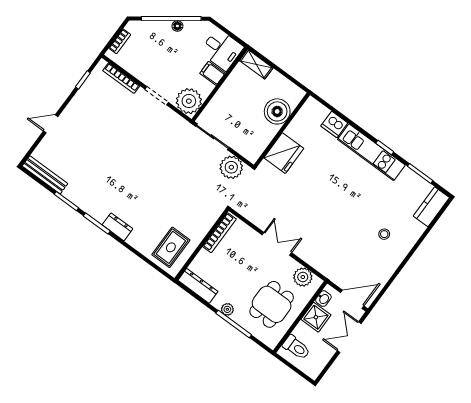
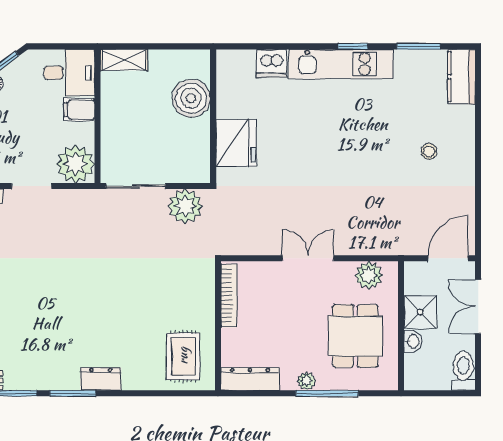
washbasin: (323, 299) -> (413, 341), moved
toilet: (296, 347) -> (463, 371), moved, turned -90

